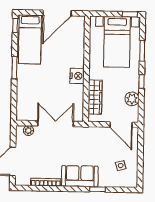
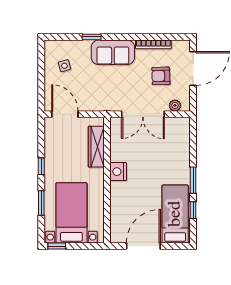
window: (15, 25) -> (193, 210), moved
plant: (132, 99) -> (52, 145), removed
armchair: (40, 156) -> (161, 76), added

